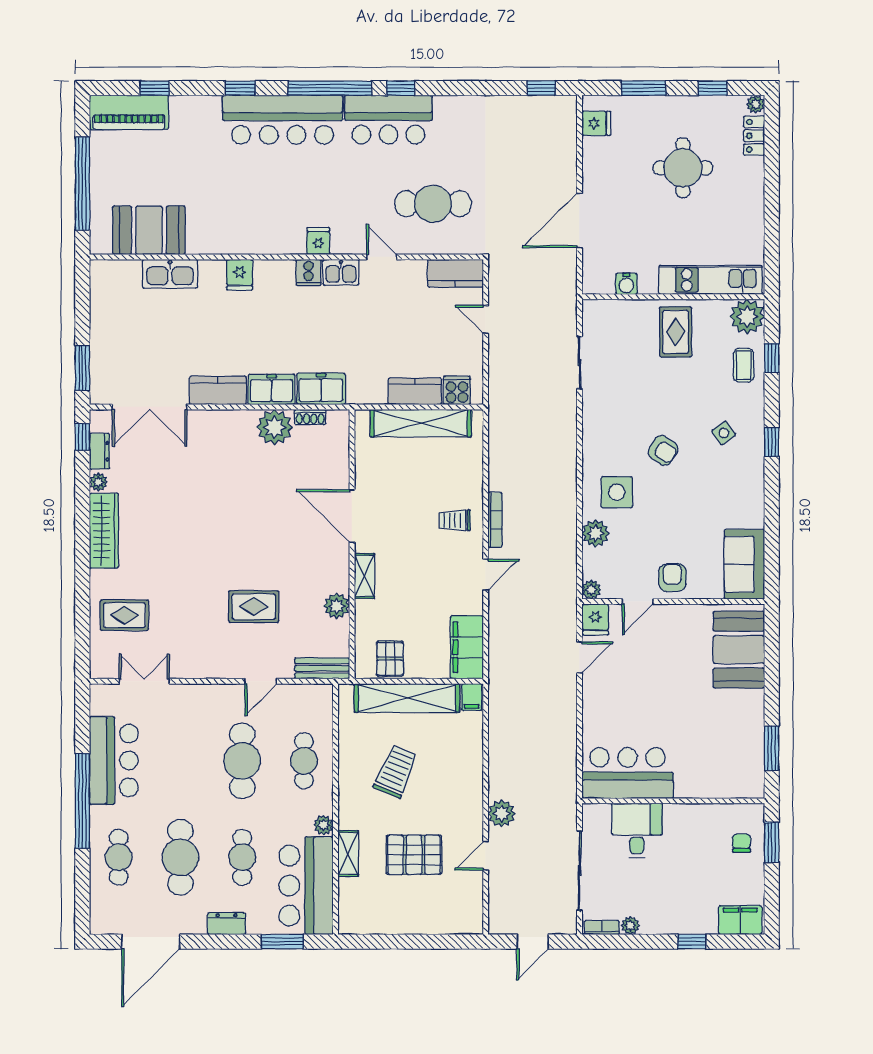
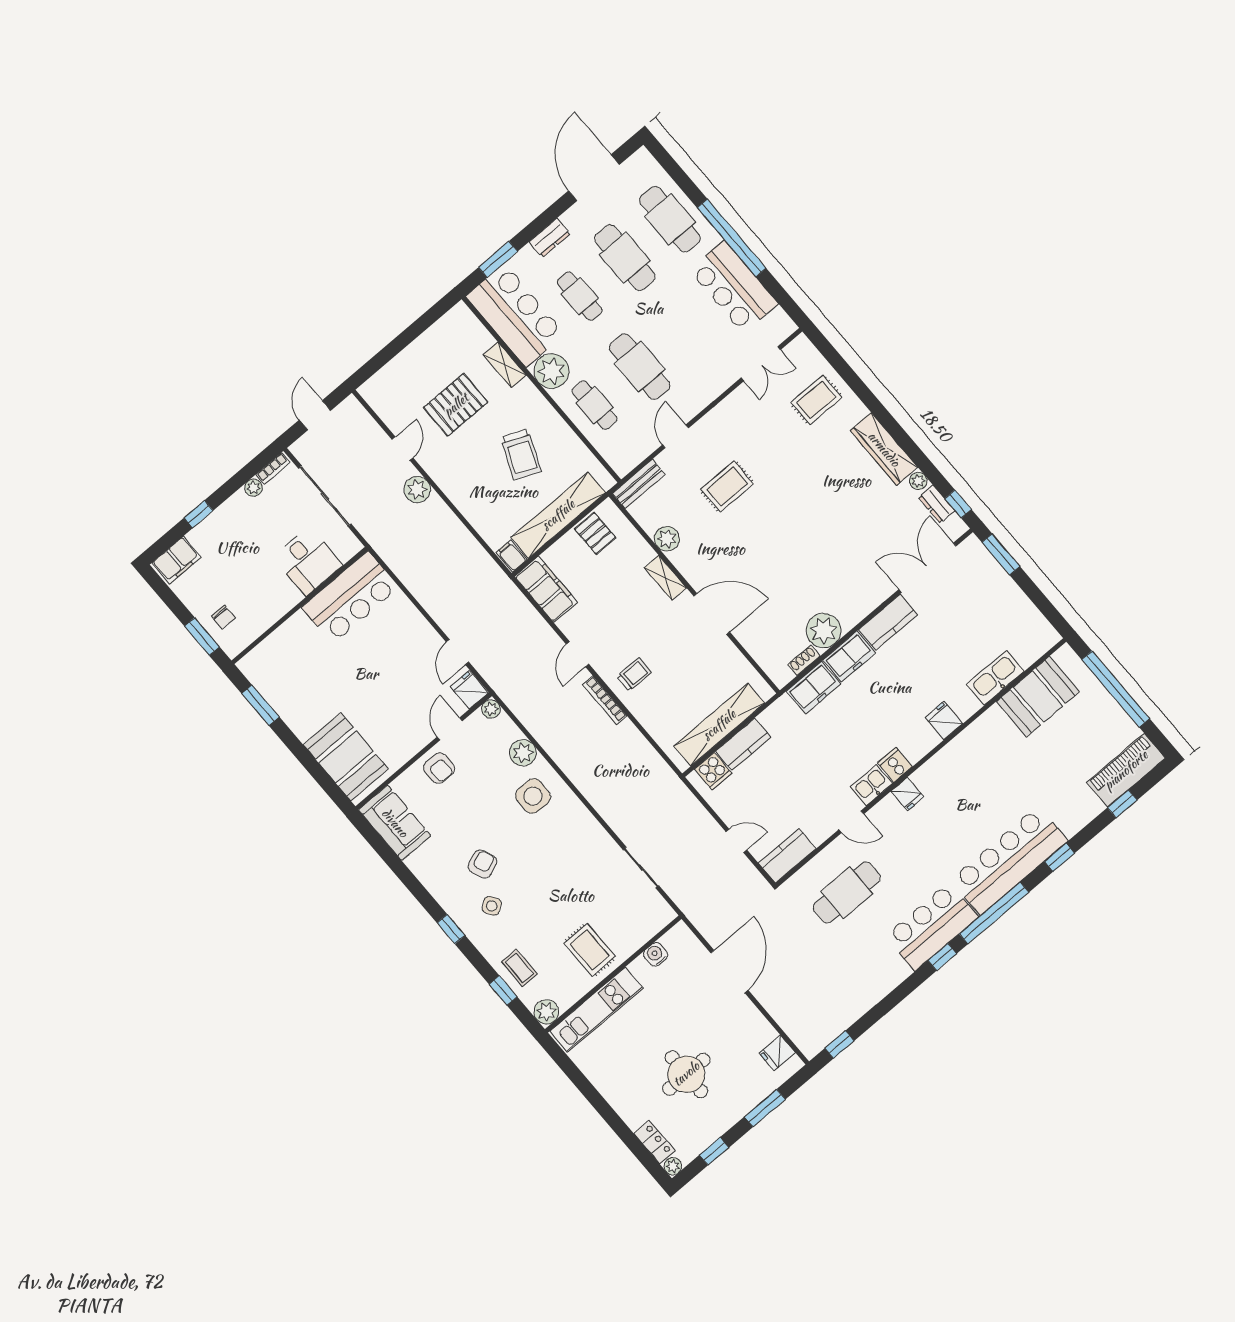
plant: (747, 317) -> (546, 1012), width x0.73, depth x0.73
armchair: (663, 450) -> (482, 864), moved, turned 124
plant: (324, 825) -> (552, 371), width x1.88, depth x1.88
cafe table: (119, 857) -> (670, 219), width x1.37, depth x1.35

